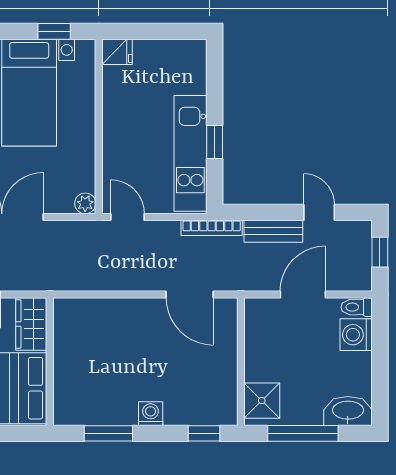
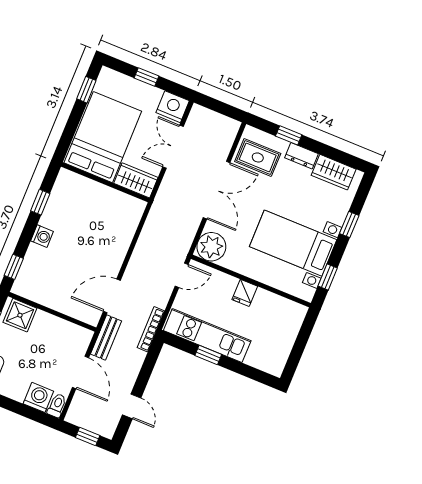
fridge: (117, 52) -> (245, 293), moved
plant: (85, 203) -> (211, 247), width x1.87, depth x1.87
door: (319, 212) -> (132, 406), hinge flipped
bench: (273, 231) -> (106, 338), moved
window: (108, 433) -> (40, 202), width x0.67

